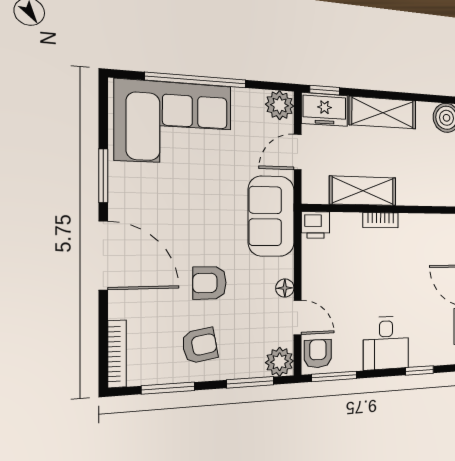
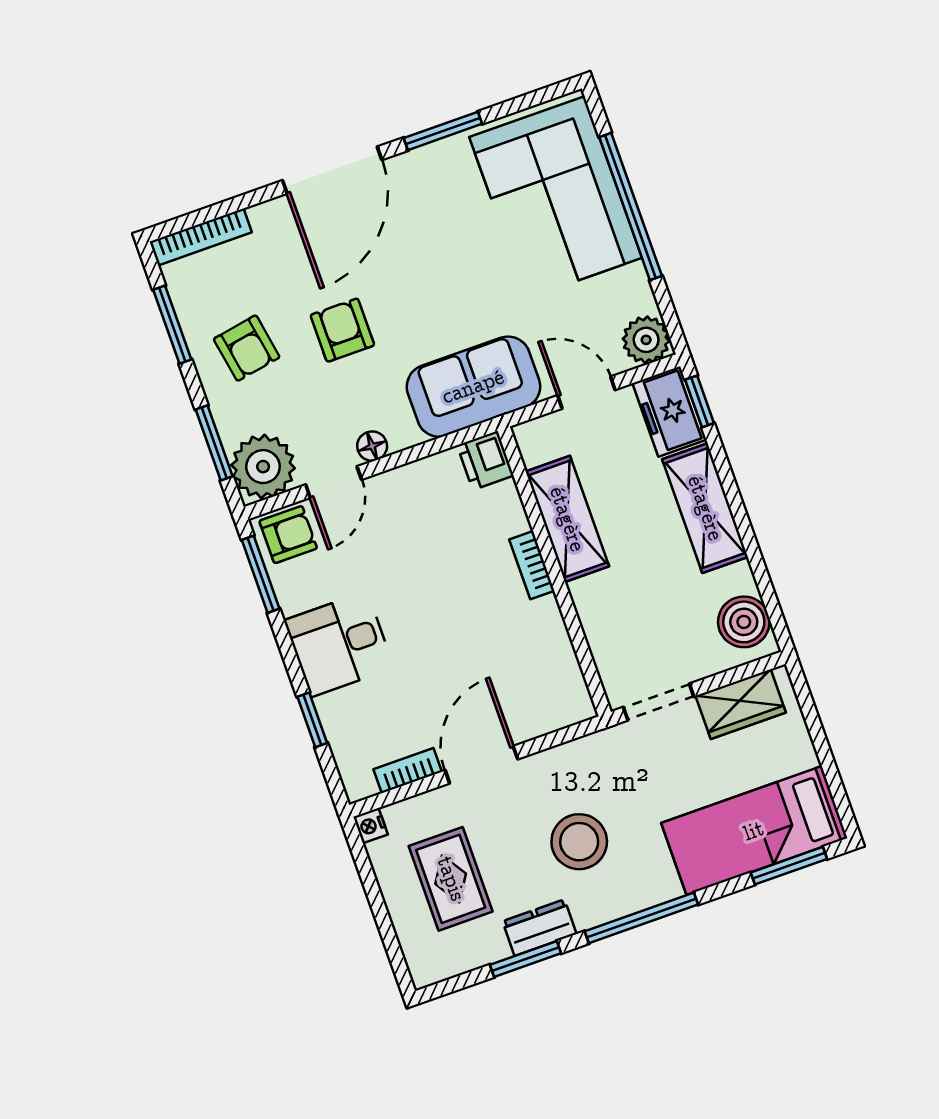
plant: (280, 362) -> (263, 467), width x1.36, depth x1.36

